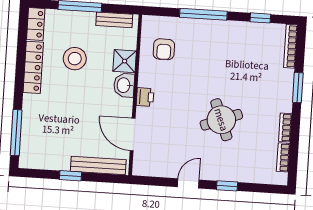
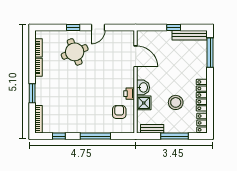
printer: (145, 97) -> (129, 94), moved
round table: (221, 120) -> (75, 52), moved
bench: (98, 165) -> (190, 35), moved

